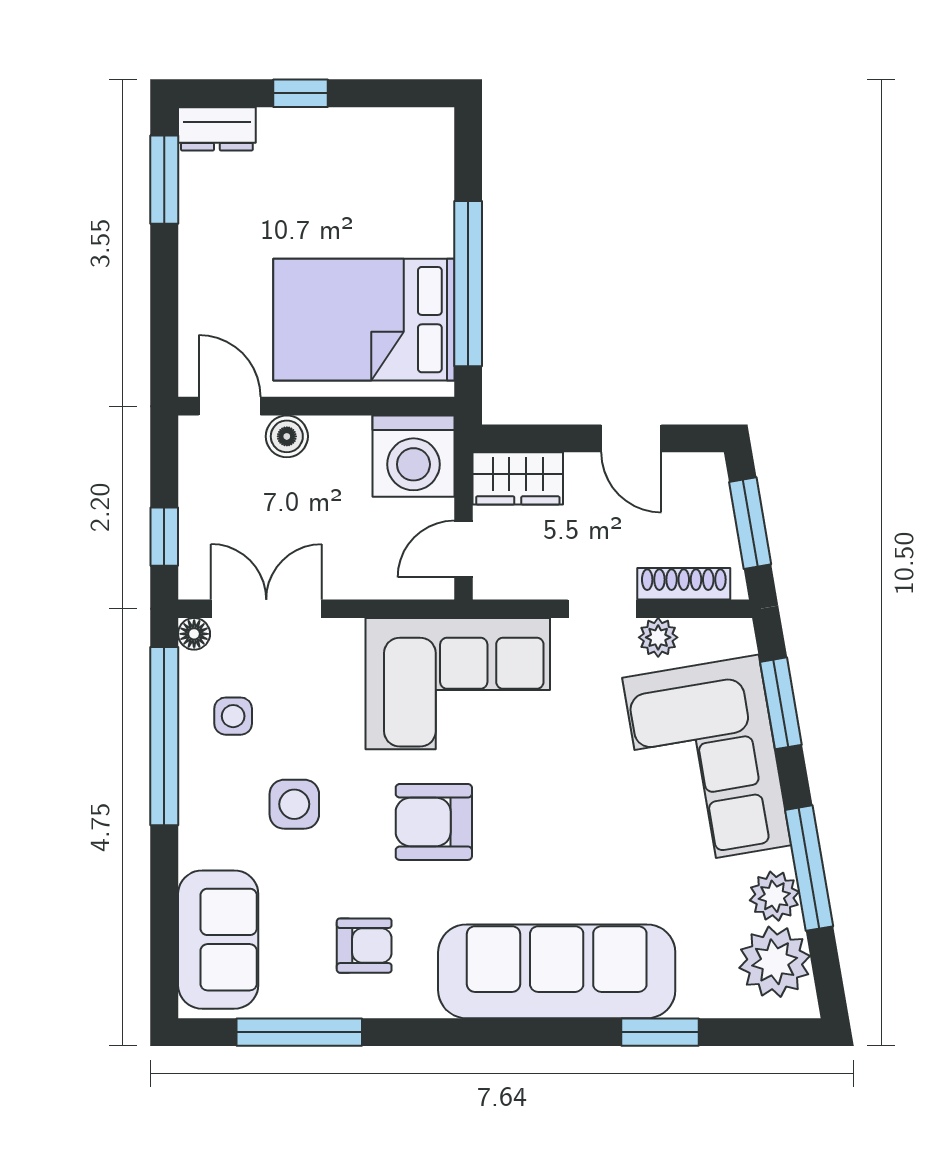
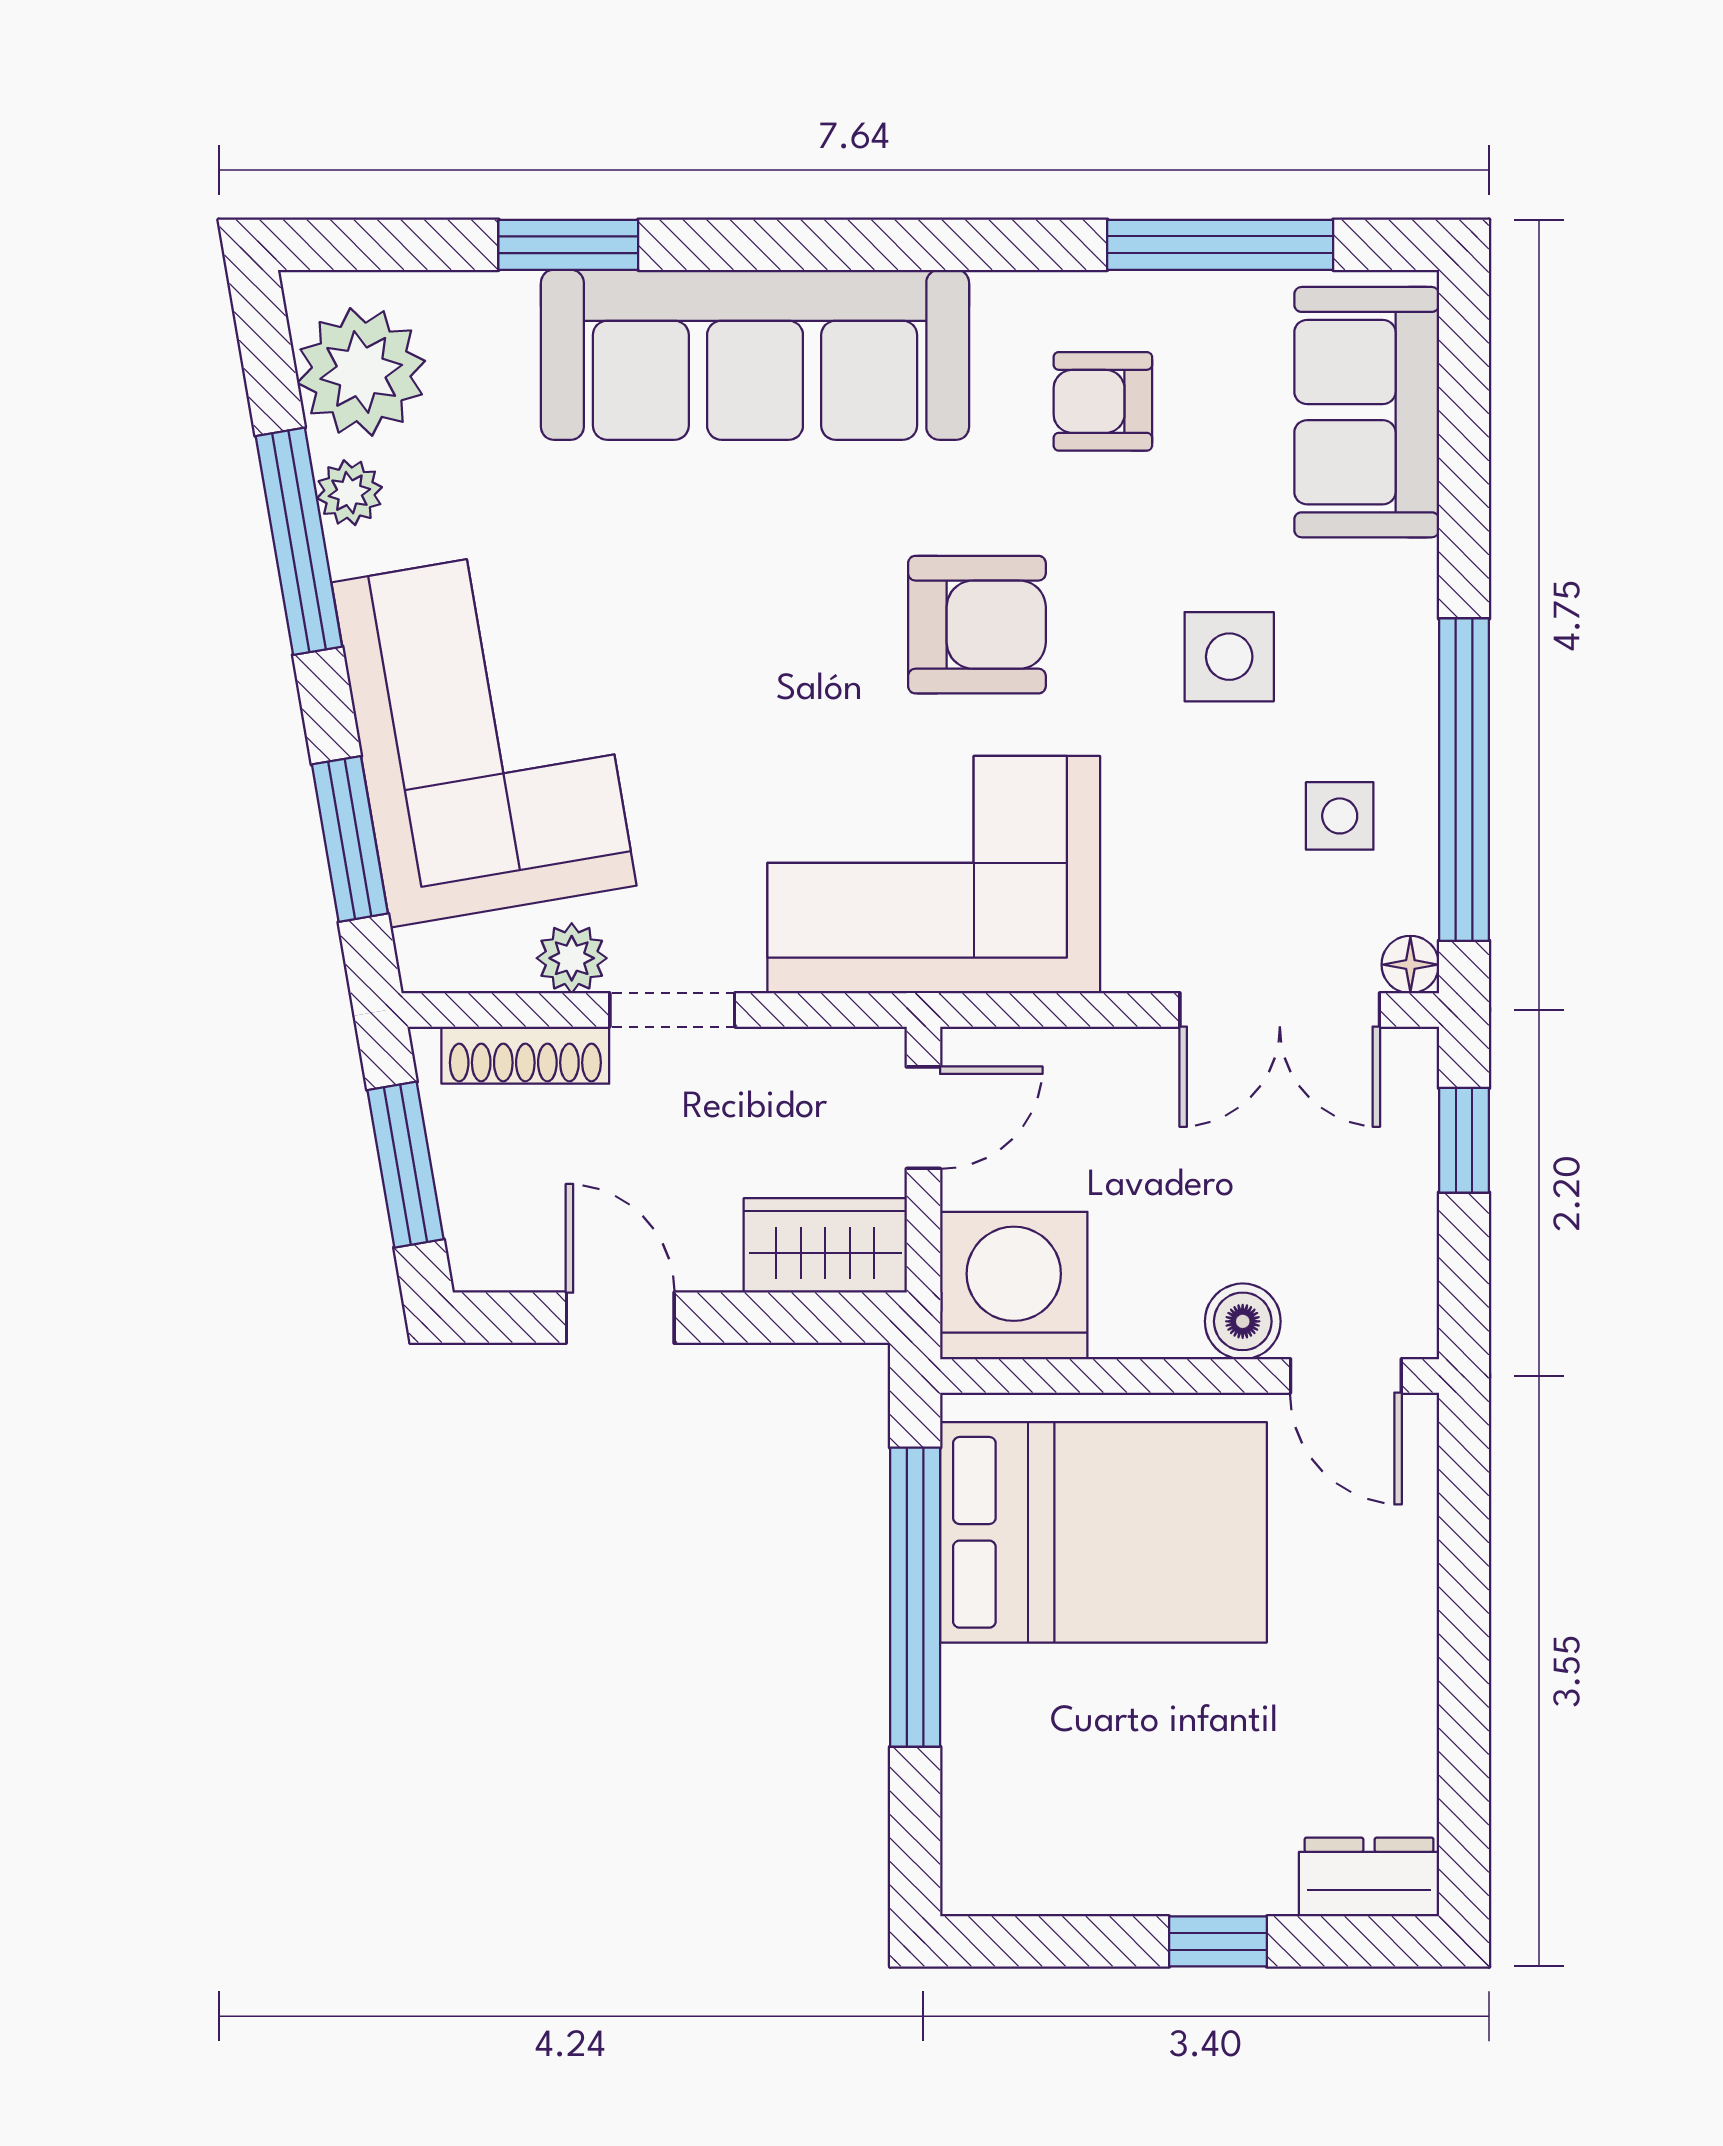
window: (164, 180) -> (1464, 1785), removed
plant: (774, 896) -> (349, 493), width x0.73, depth x0.73

